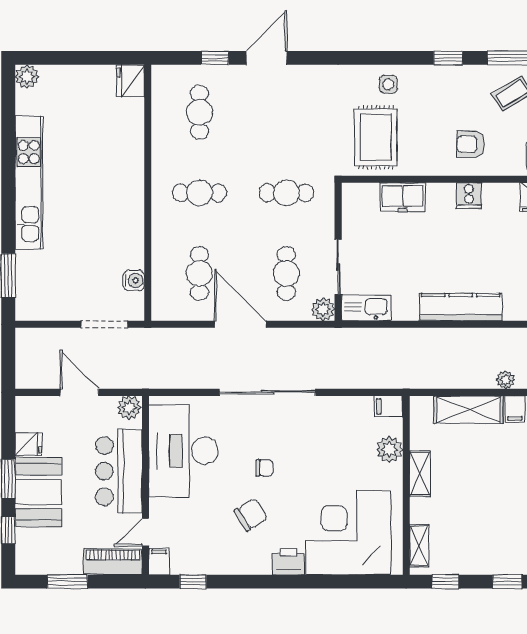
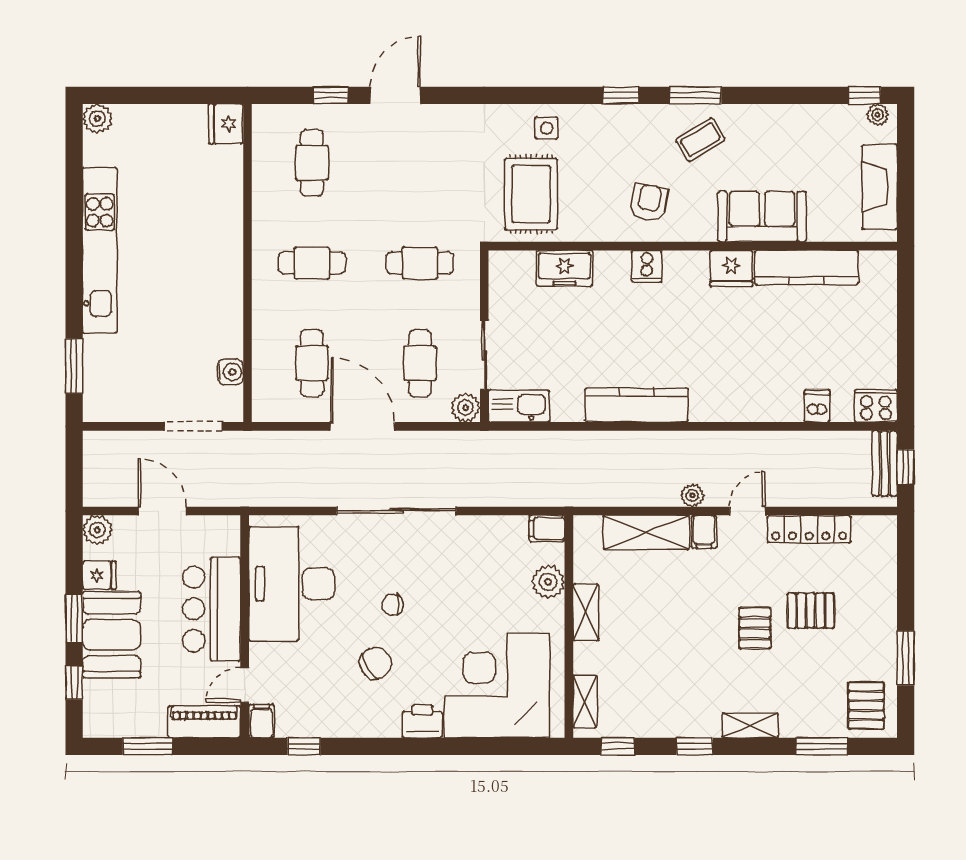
armchair: (471, 144) -> (649, 203), turned 100
plant: (129, 408) -> (97, 530), moved
chair: (264, 468) -> (393, 605), turned 180

